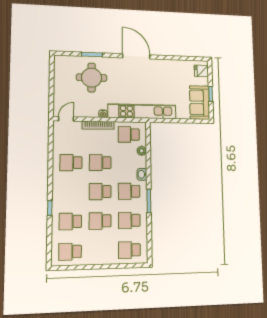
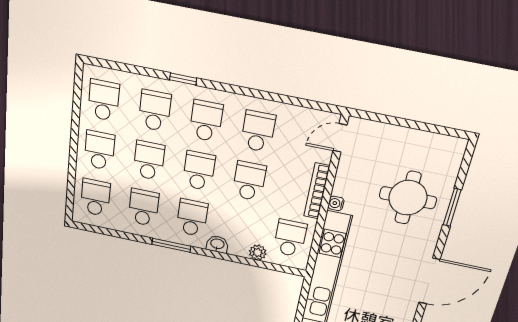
door: (66, 119) -> (340, 138), swing flipped
school desk: (71, 192) -> (206, 121), added
school desk: (100, 251) -> (99, 150), added

